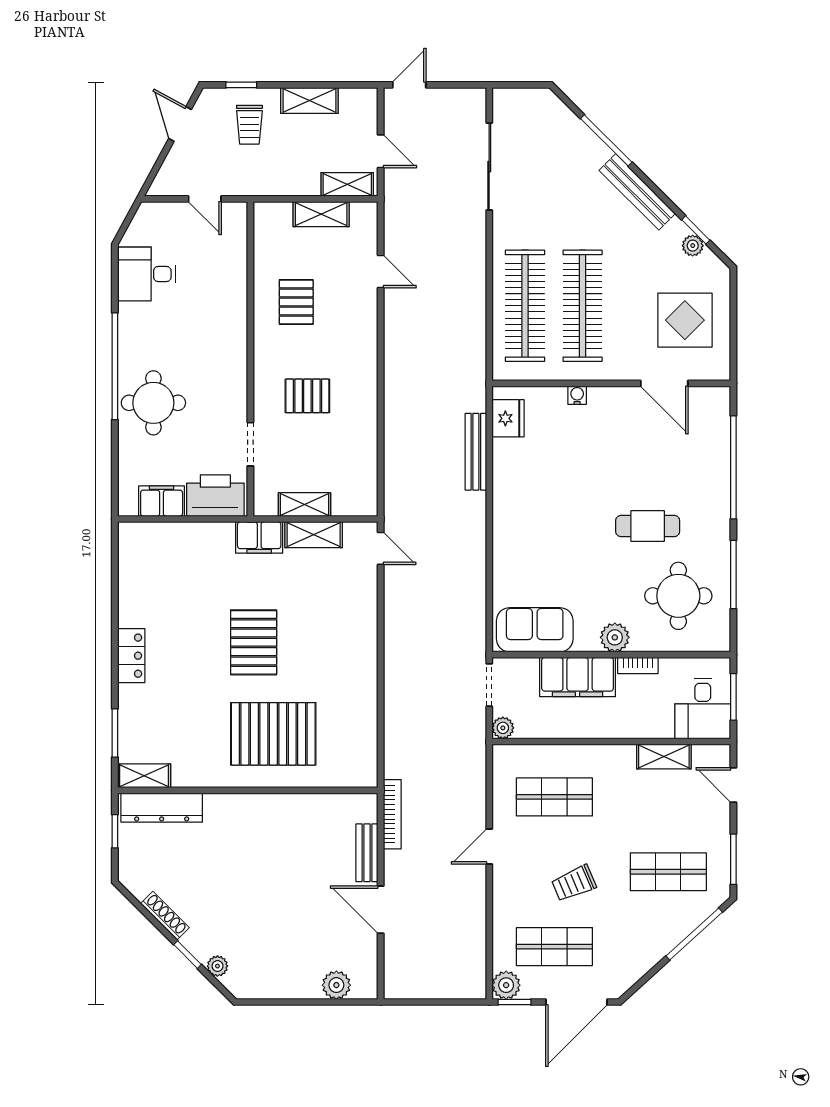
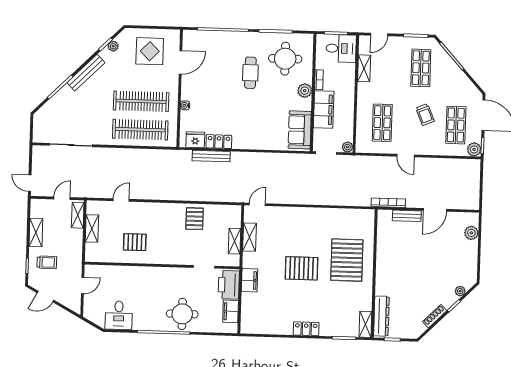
pallet: (307, 396) -> (195, 219), moved
locker: (506, 466) -> (219, 142), added
filing cabinet: (259, 537) -> (249, 280), moved

